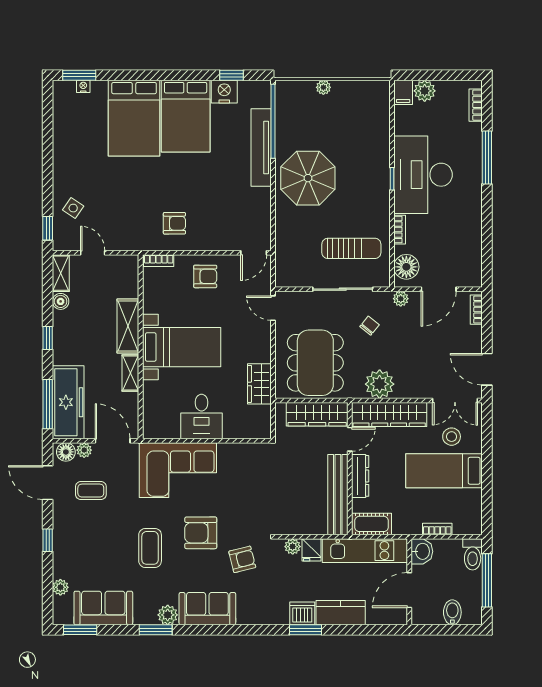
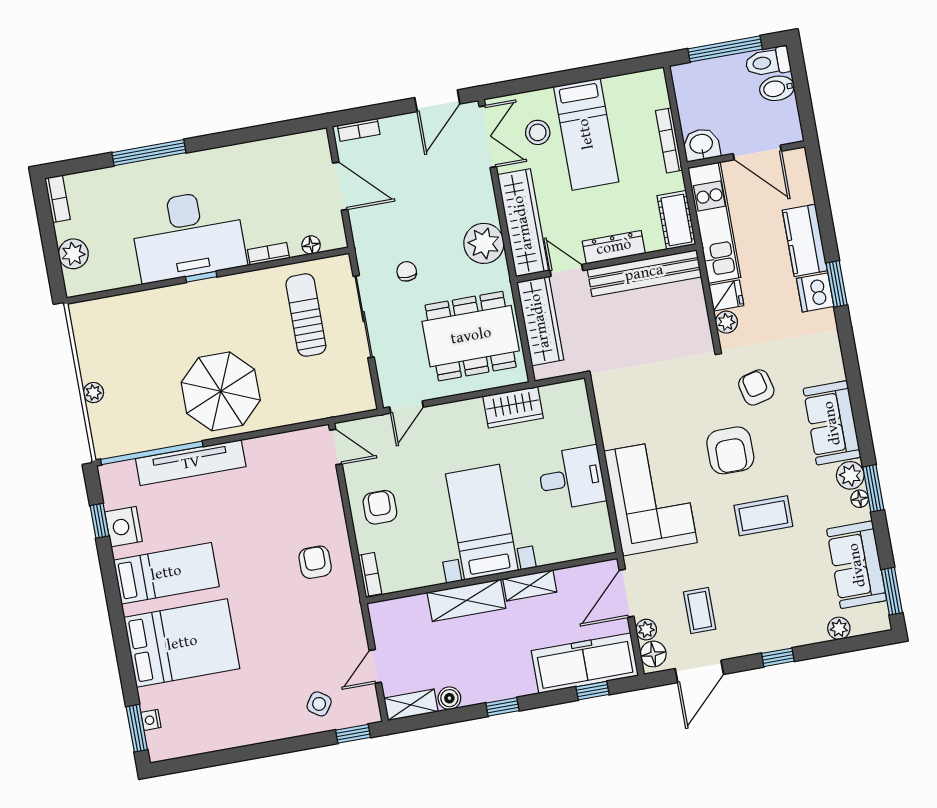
filing cabinet: (403, 92) -> (81, 283), removed
bookcase: (476, 105) -> (58, 199), moved, turned -90
bed: (186, 116) -> (166, 573), width x0.67
floor lamp: (406, 267) -> (311, 245), width x0.53, depth x0.53
plant: (401, 299) -> (362, 235), removed
chair: (370, 326) -> (407, 271), turned 51
window: (48, 404) -> (593, 691), width x0.46
bookcase: (437, 529) -> (669, 140), width x1.56
toilet: (473, 554) -> (768, 62), moved, turned 180
floor lamp: (150, 619) -> (860, 499), added

